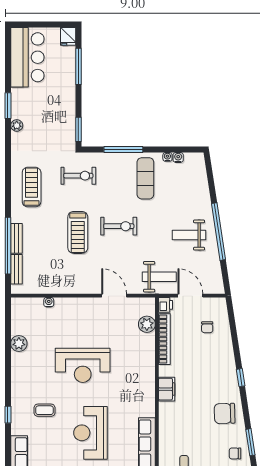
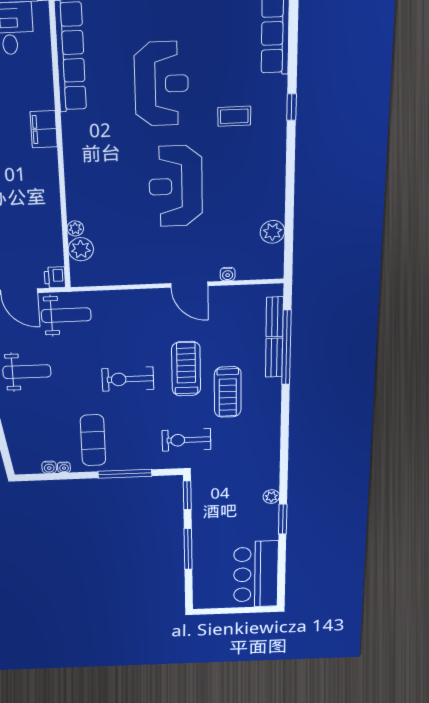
fridge: (68, 36) -> (202, 599), removed
window: (78, 66) -> (188, 549), moved
treadmill: (32, 187) -> (228, 392), moved
weight bench: (159, 277) -> (66, 315), turned 180
door: (114, 296) -> (189, 285), moved
plant: (150, 339) -> (75, 228), added
bookcase: (164, 339) -> (53, 229), removed
plant: (19, 344) -> (272, 232), moved
reception desk: (83, 365) -> (176, 186), turned -90
filing cabinet: (167, 389) -> (44, 129), moved

